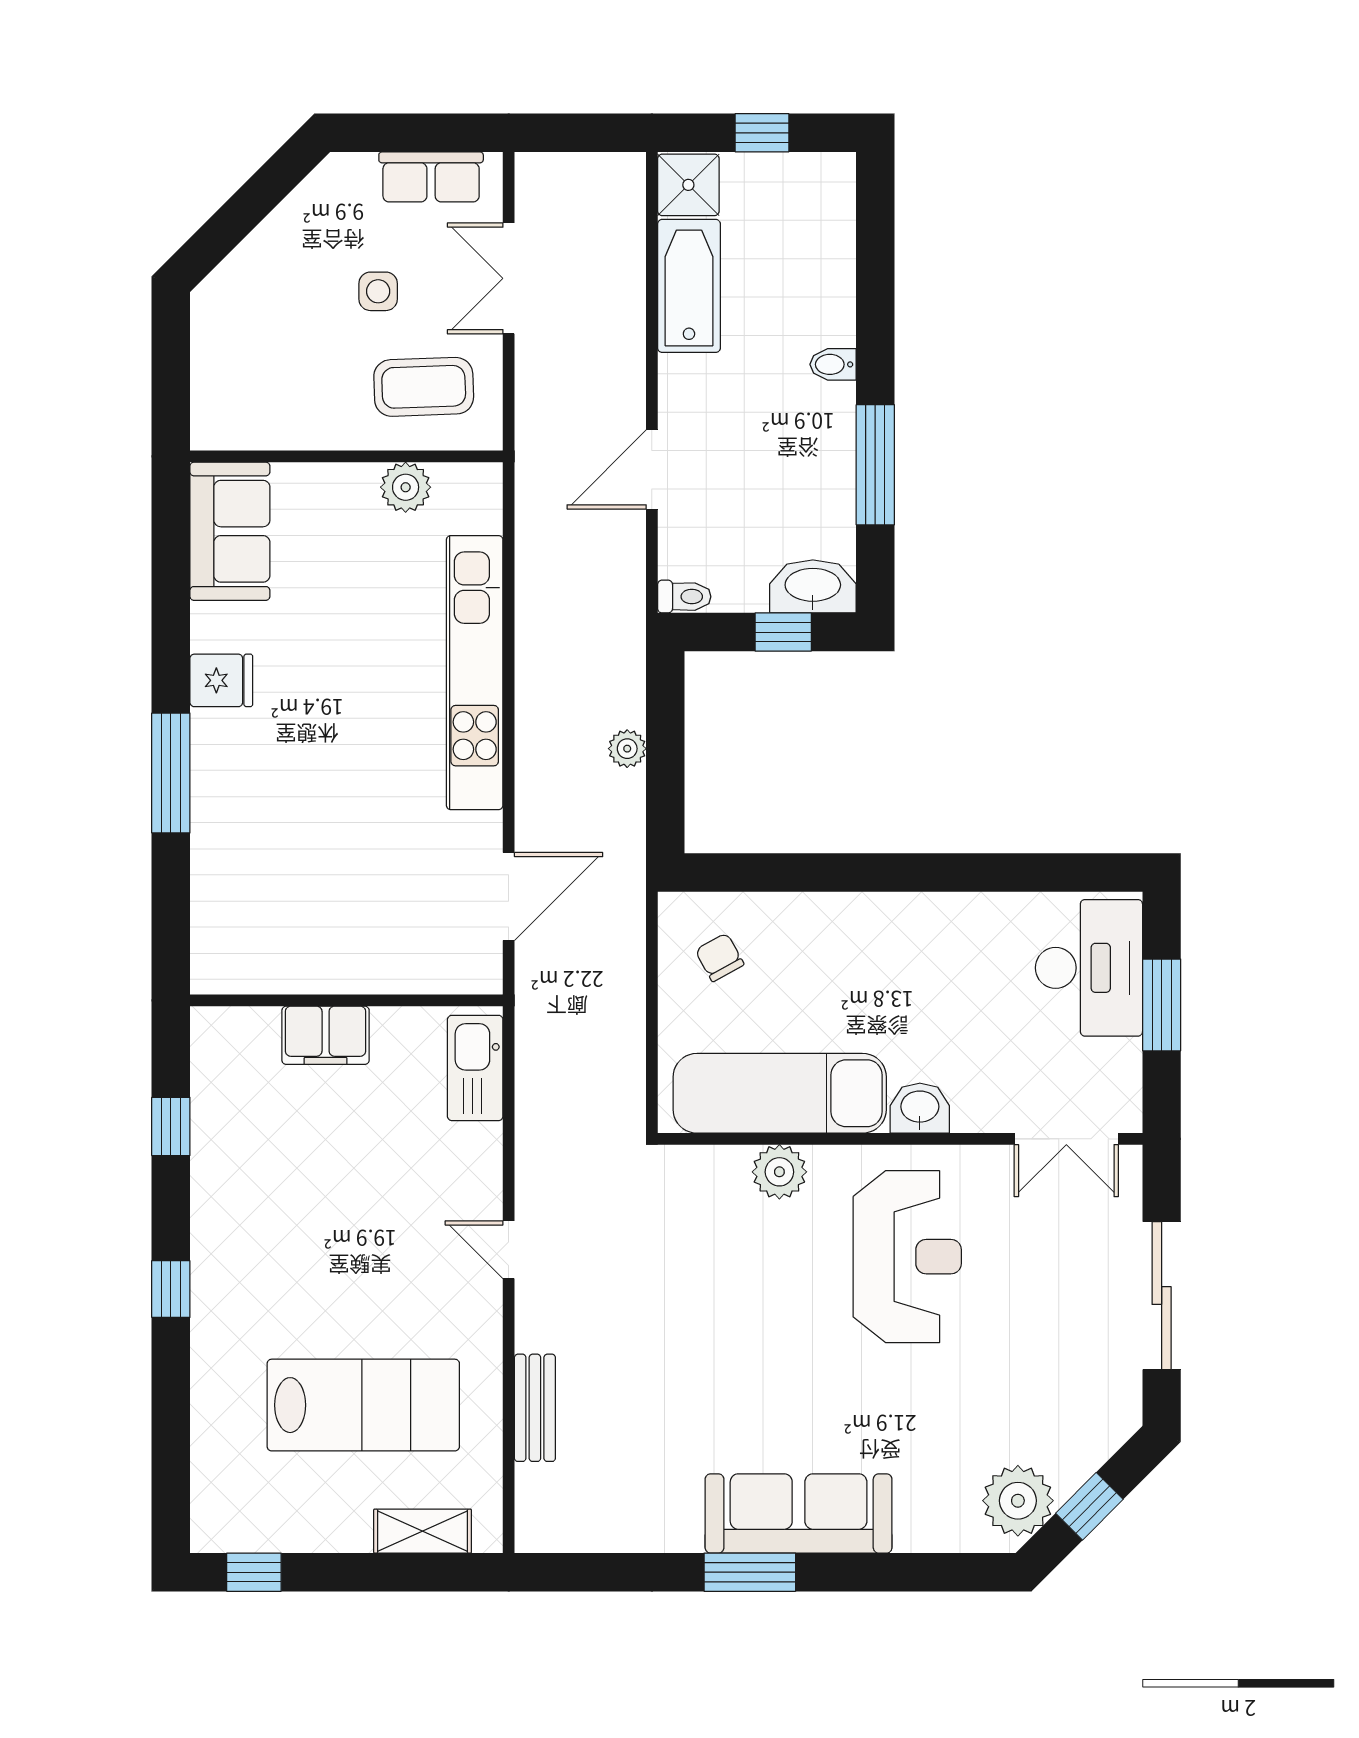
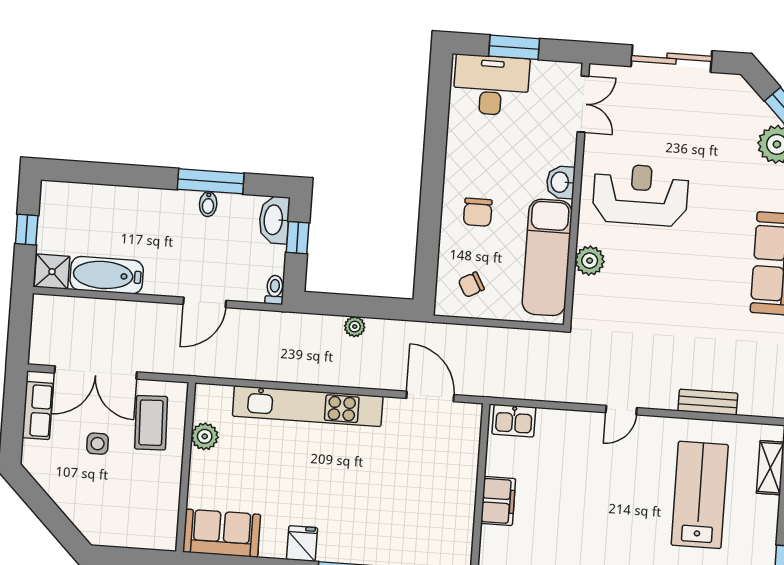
double door: (509, 278) -> (96, 372), width x1.37
bidet: (833, 364) -> (208, 204), moved
door: (652, 470) -> (205, 302), hinge flipped
chair: (854, 960) -> (478, 212), added
kitchen sink: (475, 1068) -> (514, 421), width x0.73

